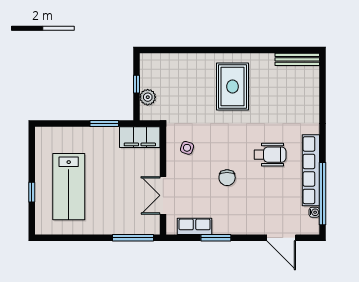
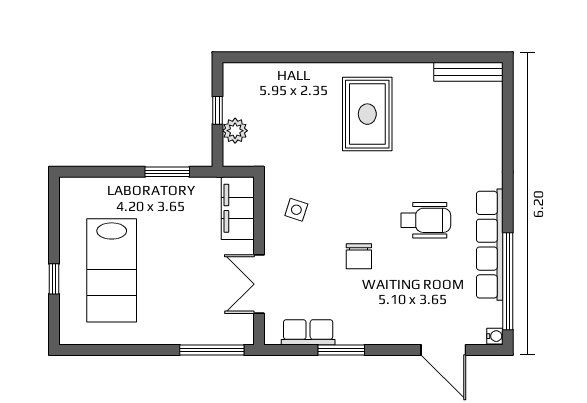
filing cabinet: (140, 137) -> (238, 208), moved, turned 90
water cooler: (314, 212) -> (495, 336), moved

